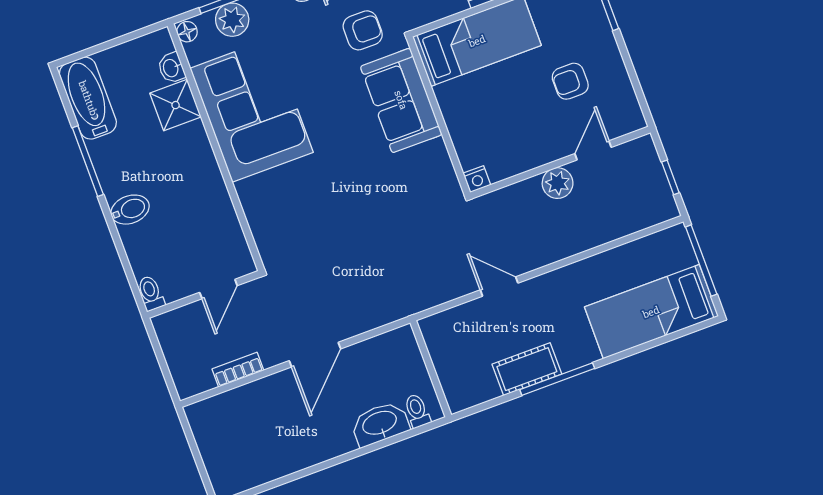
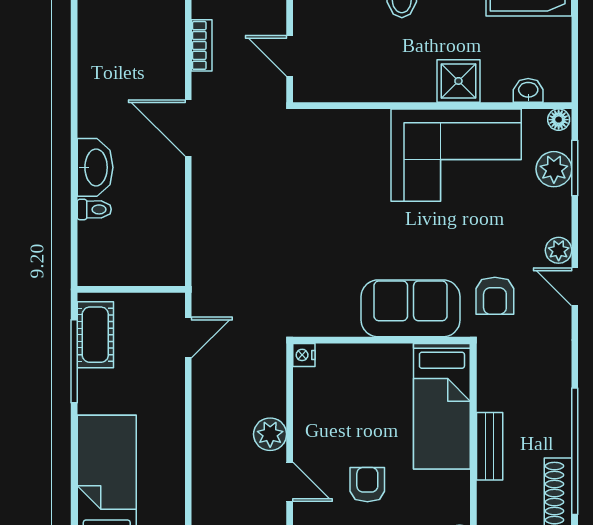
shower: (176, 105) -> (458, 81), moved
wall: (431, 369) -> (131, 289), moved

